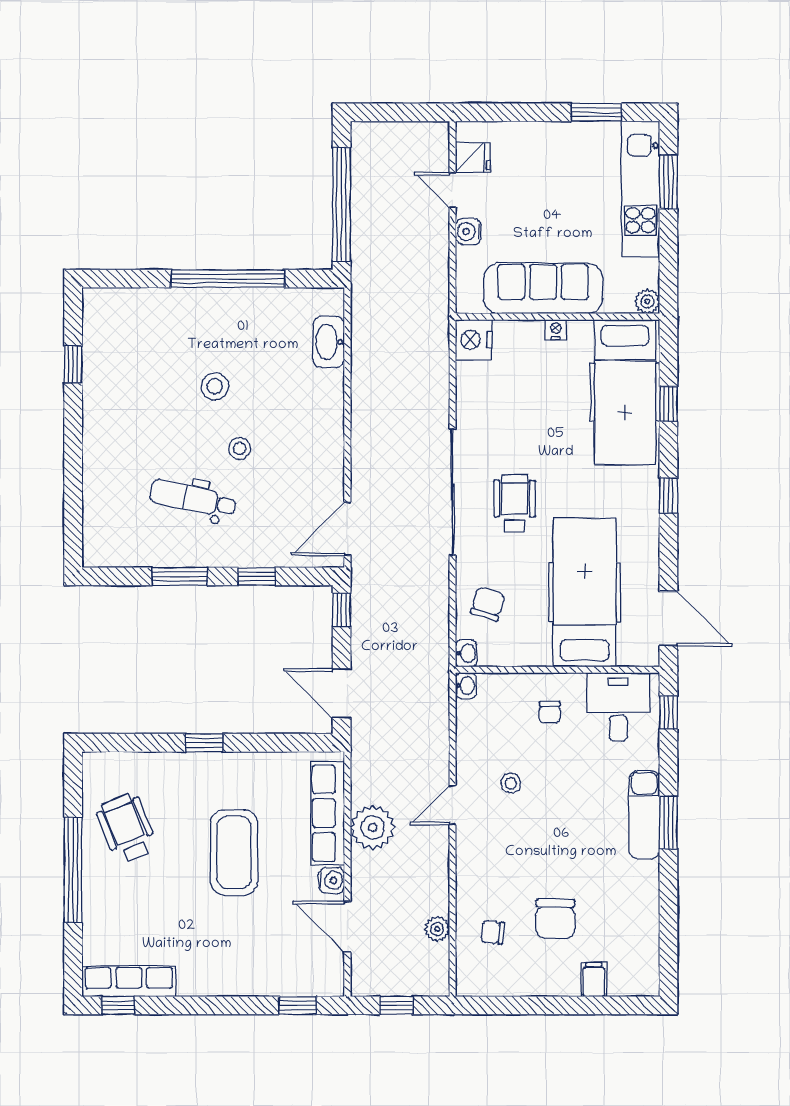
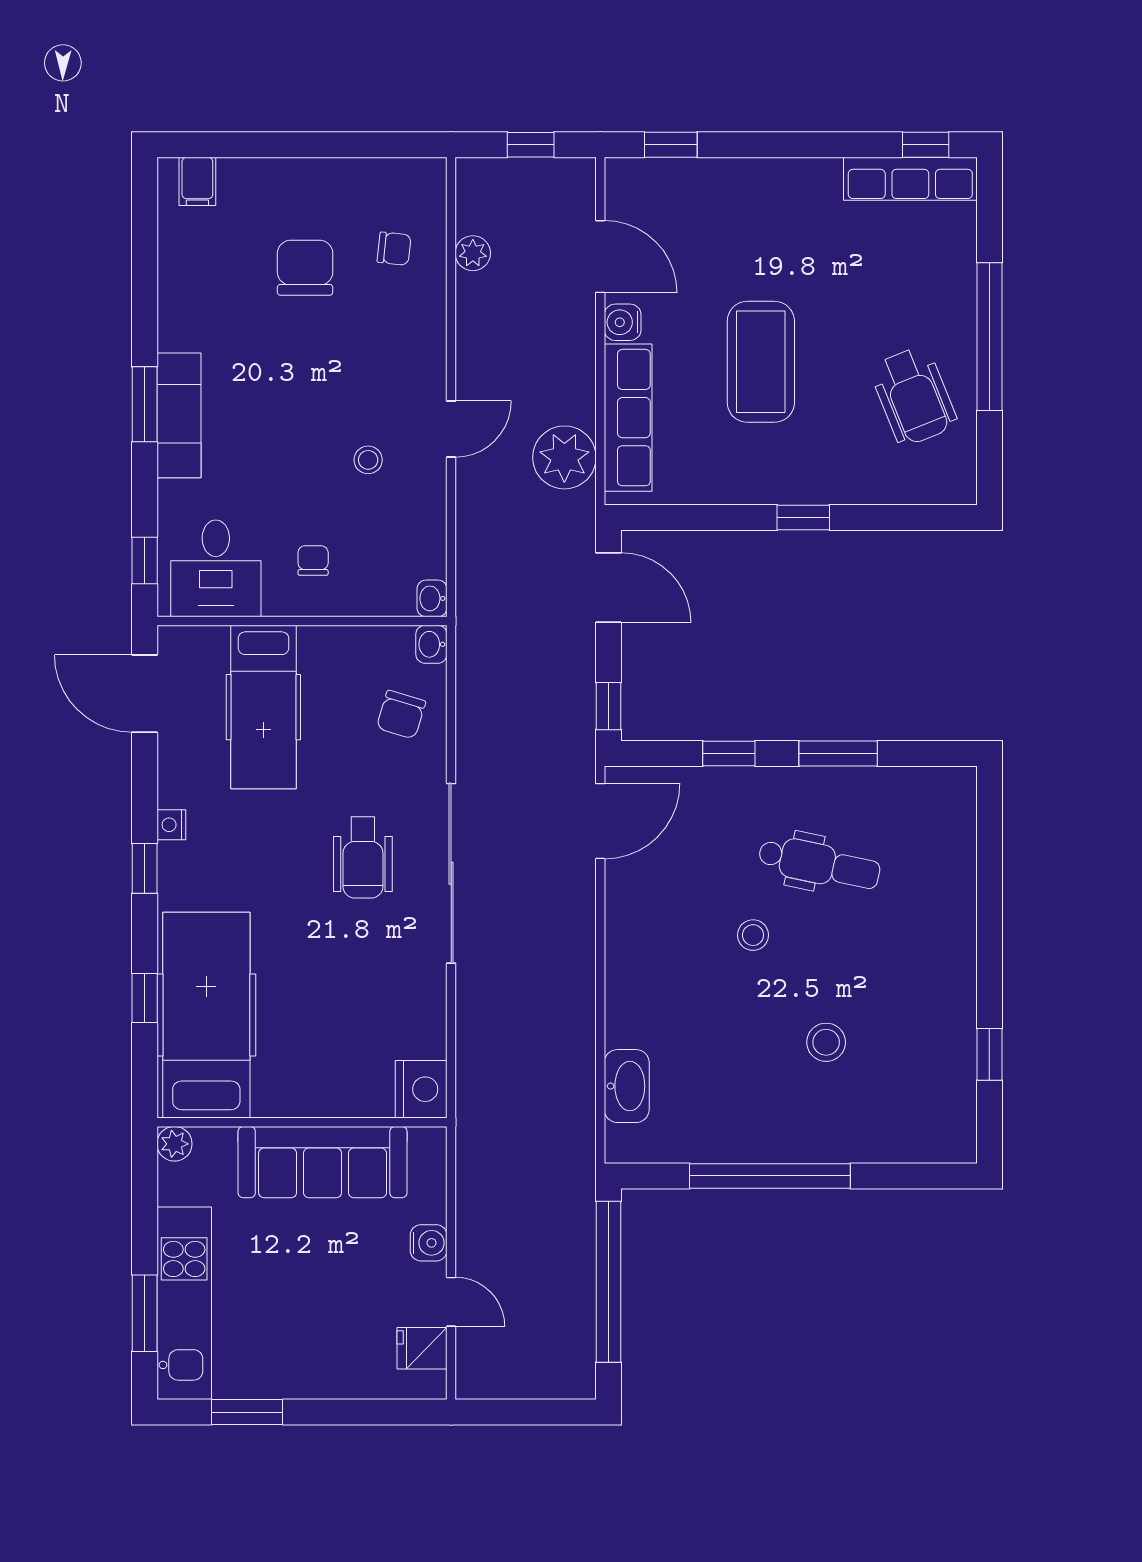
nightstand: (556, 330) -> (171, 825), moved, turned 90
stool: (215, 386) -> (826, 1042), moved
hospital bed: (585, 592) -> (263, 707), width x0.73, depth x0.78
plant: (373, 827) -> (564, 457), moved
filing cabinet: (594, 980) -> (197, 181), moved

